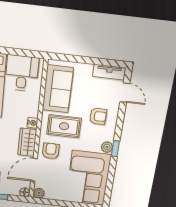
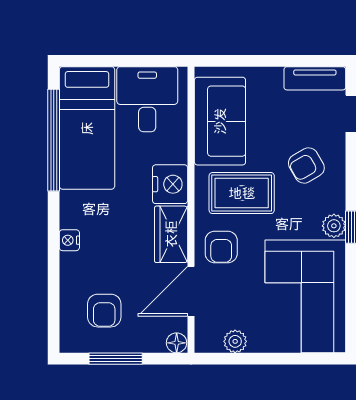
armchair: (98, 116) -> (306, 165), turned 150
nightstand: (32, 123) -> (170, 184), width x1.89, depth x1.79
armchair: (51, 151) -> (221, 247), turned 180
plant: (39, 193) -> (235, 341), moved

